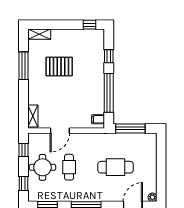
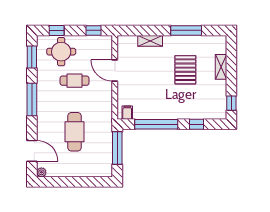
shelving: (39, 34) -> (221, 67), moved
shelving: (33, 116) -> (150, 41), moved
round table: (43, 167) -> (61, 52), moved

